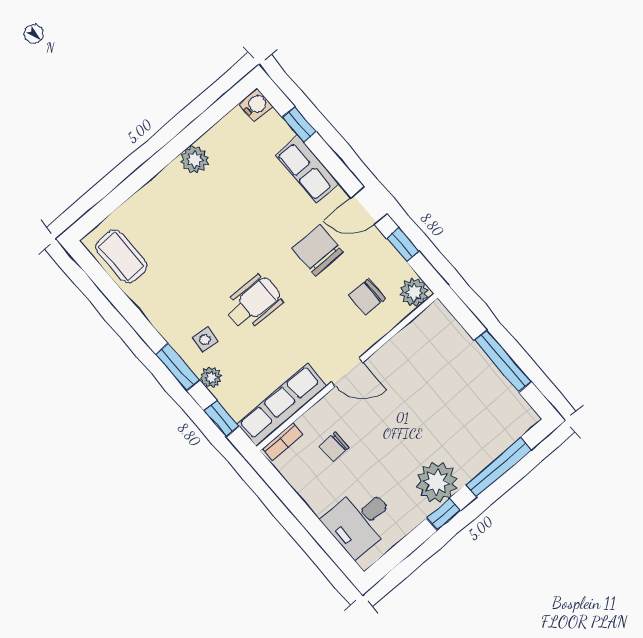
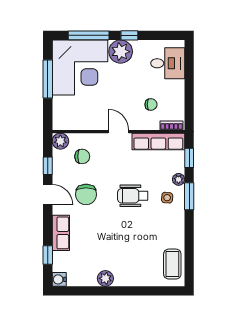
corner desk: (473, 414) -> (80, 68), added

